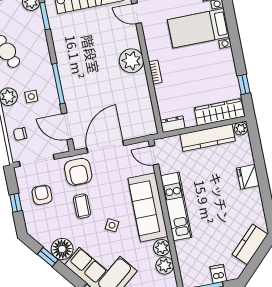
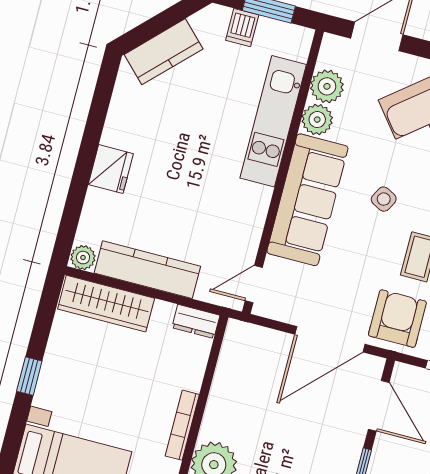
bookcase: (155, 72) -> (182, 425), width x1.56
window: (244, 84) -> (29, 376), moved
door: (154, 155) -> (254, 284), swing flipped
kitchen unit: (176, 206) -> (273, 121), moved

